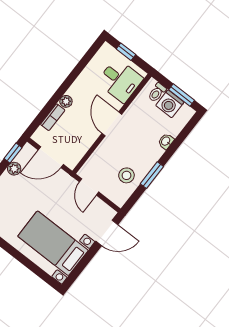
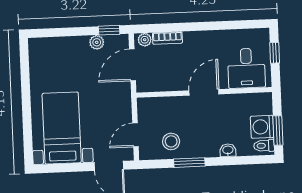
toilet: (157, 92) -> (264, 146), moved
plant: (66, 101) -> (145, 40), moved
door: (51, 157) -> (132, 65), hinge flipped
door: (89, 187) -> (135, 135), moved

